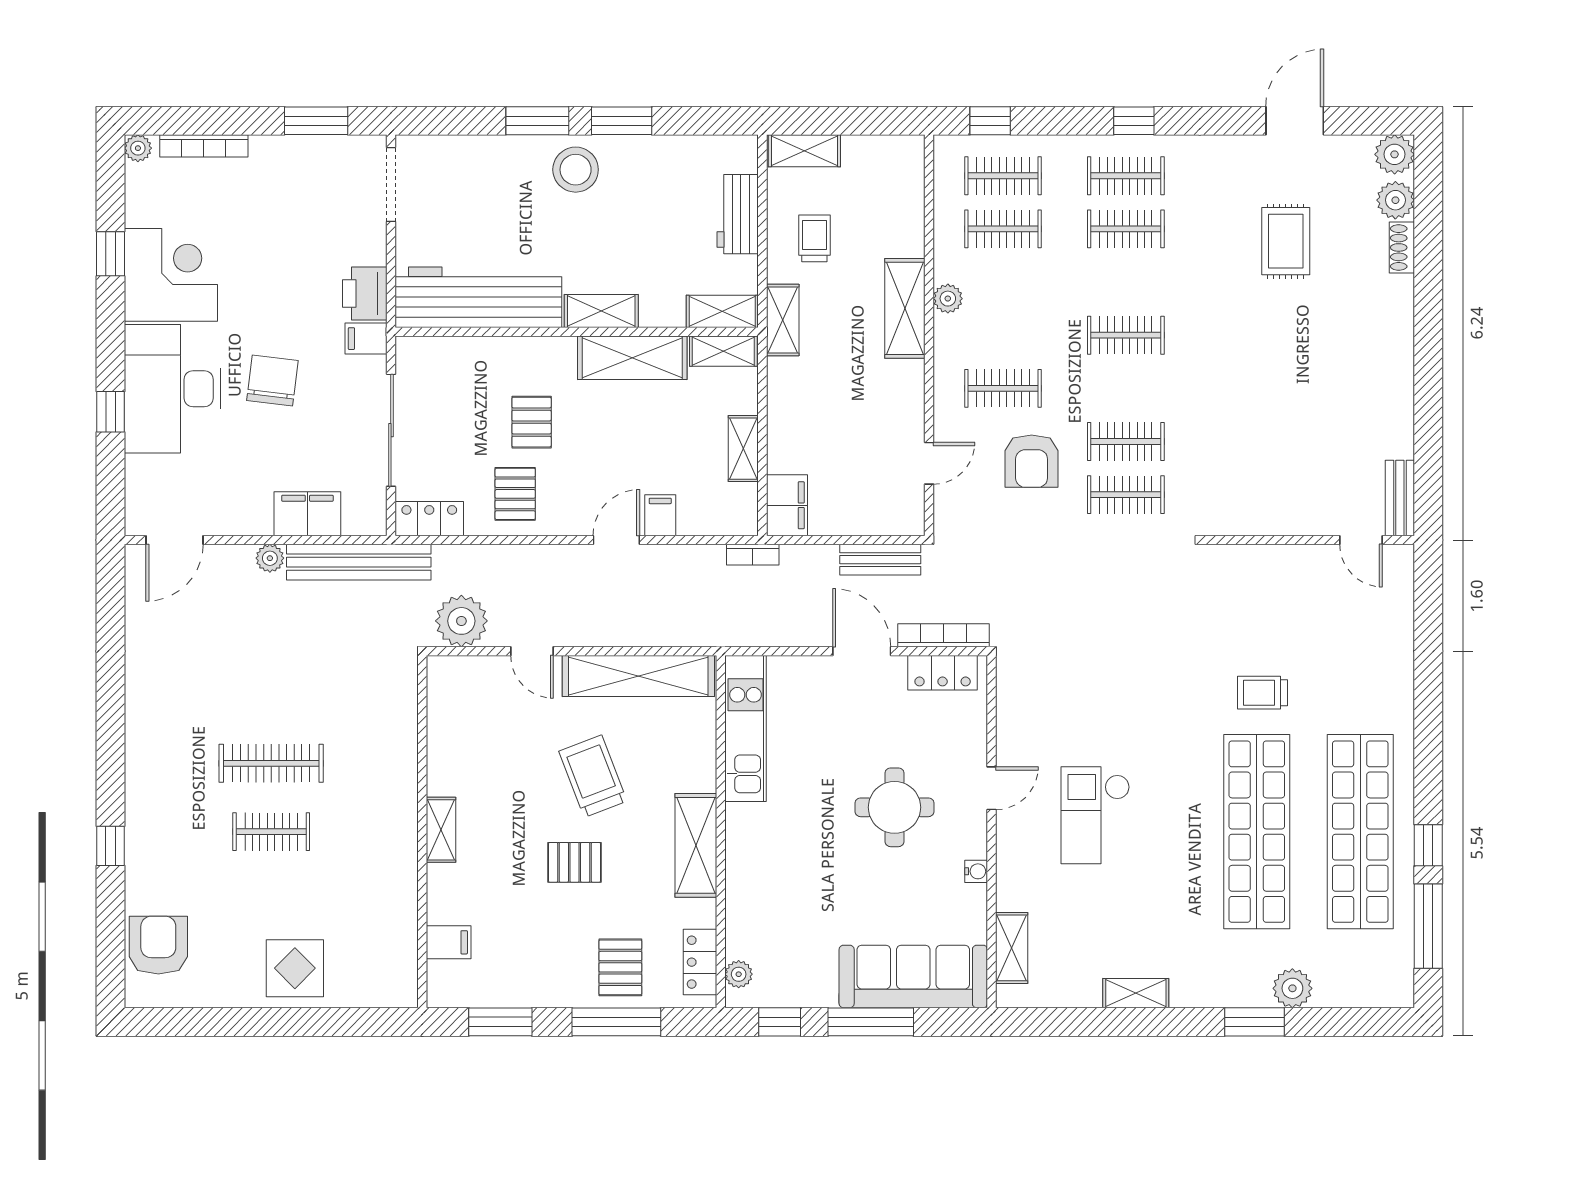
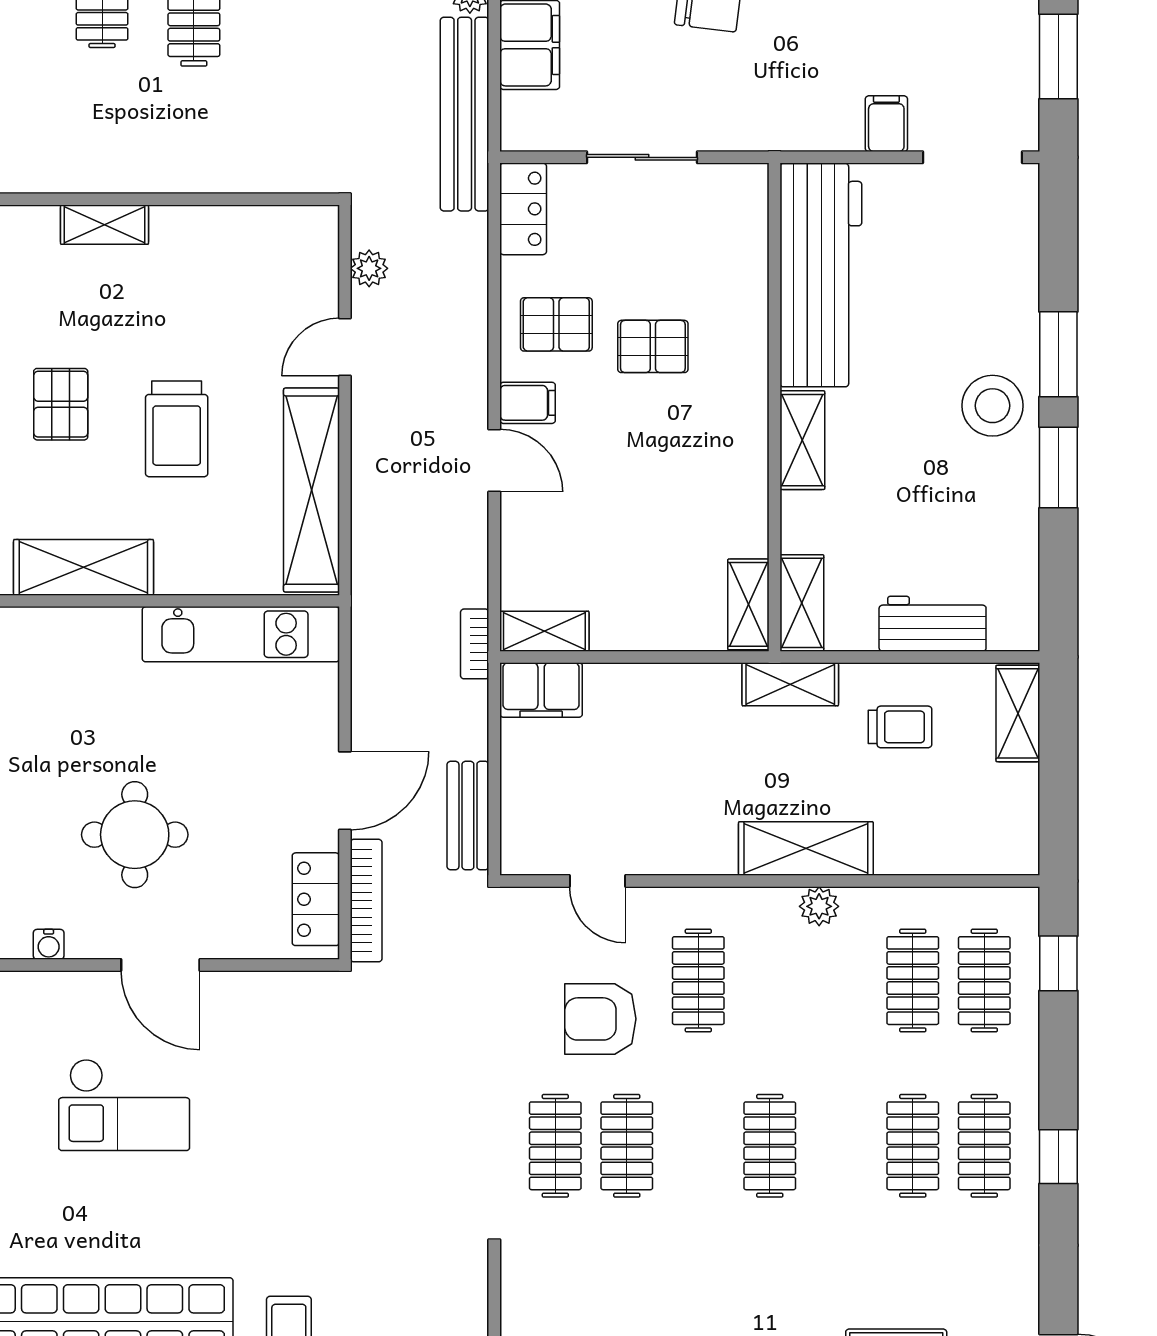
printer: (365, 294) -> (826, 122), removed
filing cabinet: (366, 339) -> (886, 124), moved
shelving: (632, 358) -> (740, 482), removed
sliding door: (391, 430) -> (642, 157), width x0.73
shelving: (743, 449) -> (544, 631), moved
filing cabinet: (660, 515) -> (528, 403), moved
plant: (461, 621) -> (369, 268), width x0.53, depth x0.53
trolley: (593, 776) -> (177, 429), turned 111
door: (992, 788) -> (160, 965), width x1.38
checkout: (1095, 815) -> (124, 1105), turned 180

